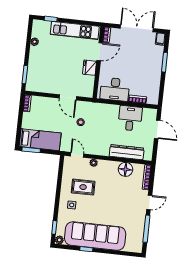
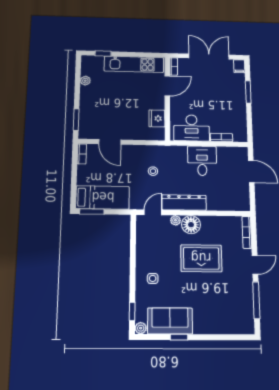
fridge: (90, 68) -> (157, 118), moved
door: (68, 97) -> (110, 142), moved
desk: (130, 118) -> (202, 161), moved
dresser: (127, 152) -> (184, 203), moved
door: (77, 155) -> (153, 212), hinge flipped
floor lamp: (126, 169) -> (191, 225), moved
rug: (83, 187) -> (201, 258), moved, width x1.36, depth x1.43
sofa: (95, 236) -> (170, 321), width x0.54, depth x0.79

